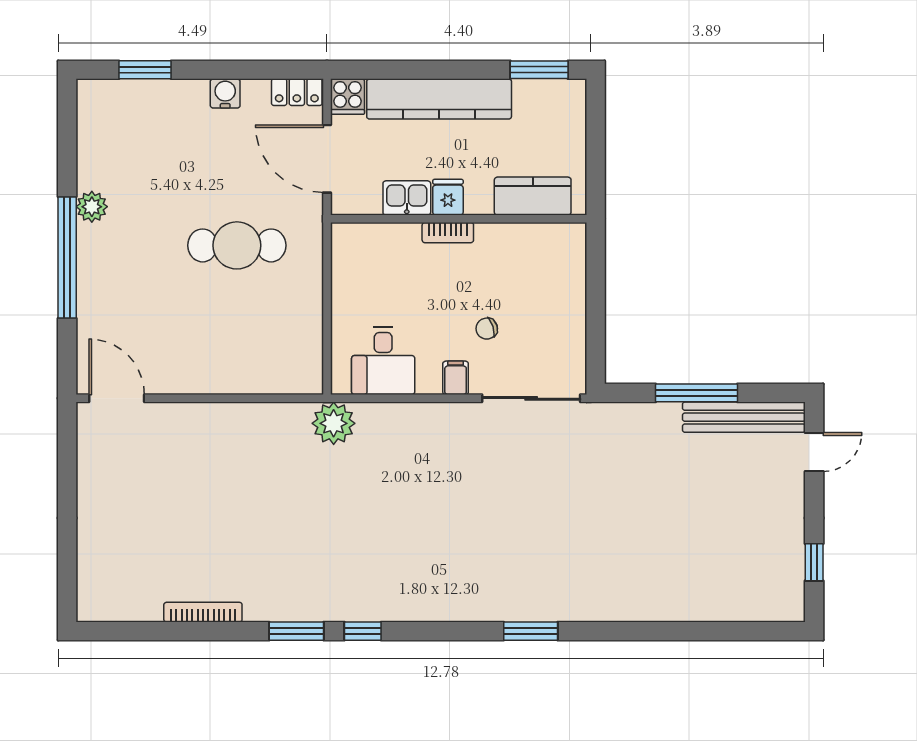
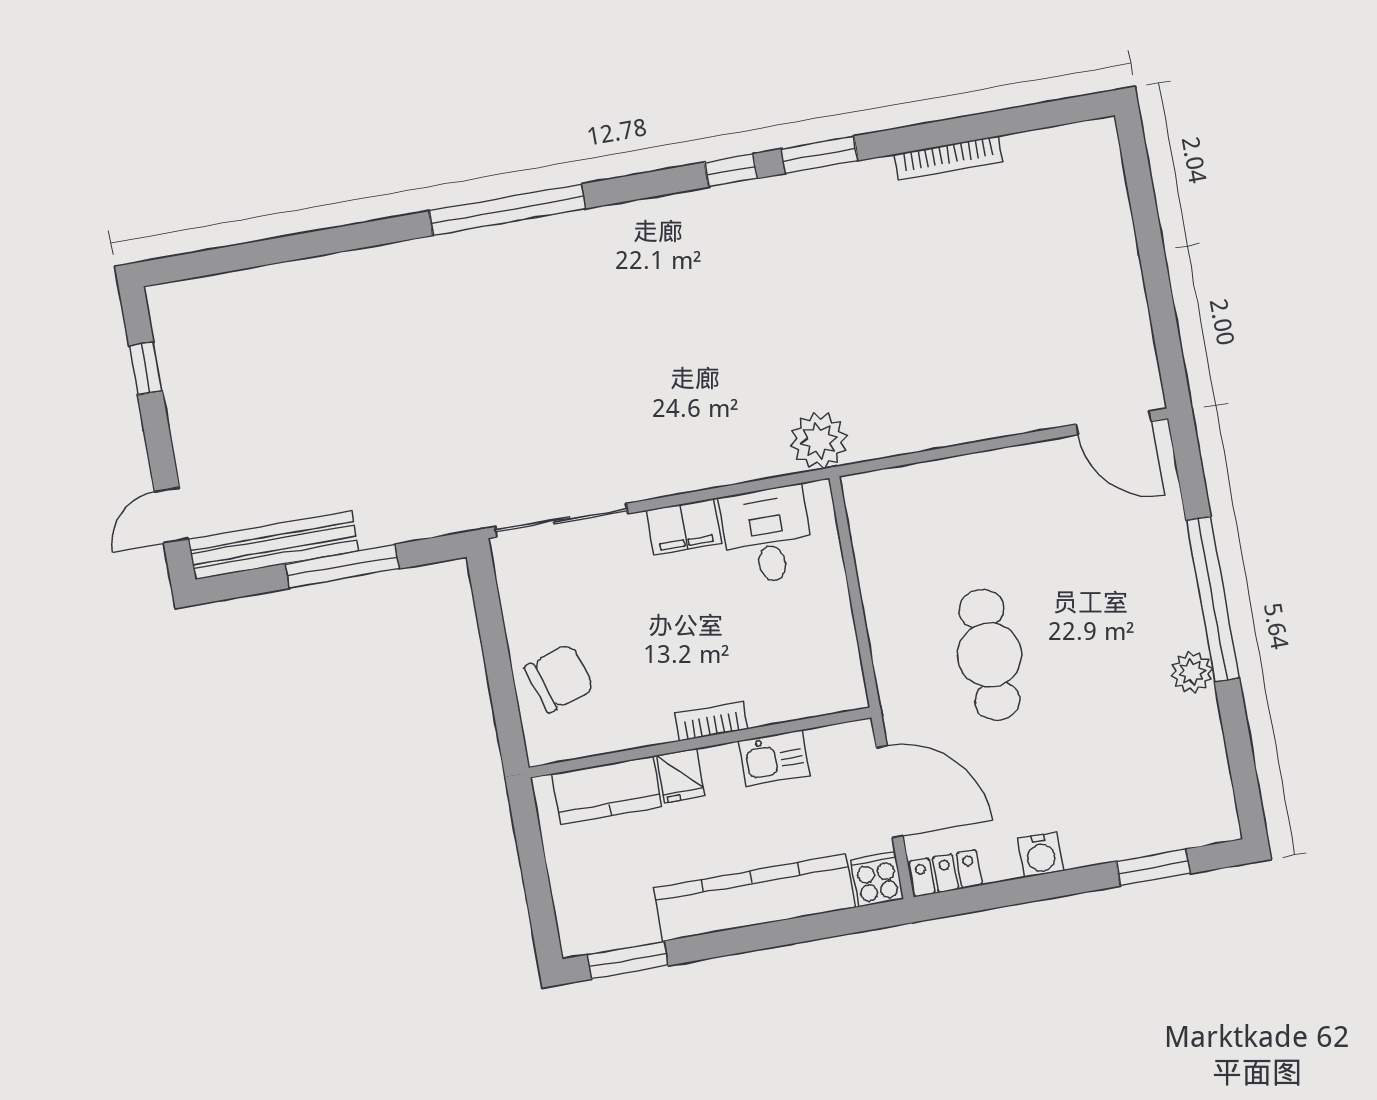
fridge: (448, 197) -> (681, 776), moved
cafe table: (237, 245) -> (989, 655), turned 90
chair: (487, 329) -> (559, 678), moved, width x1.87, depth x1.87
filing cabinet: (456, 378) -> (684, 527), width x2.00
window: (531, 631) -> (507, 210), width x2.11

